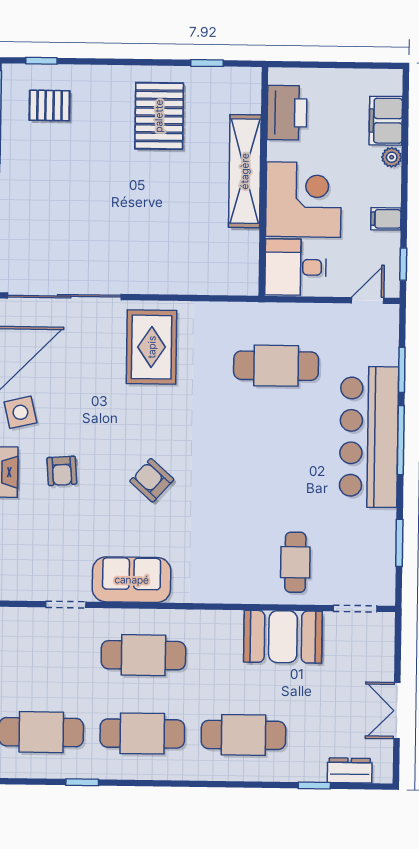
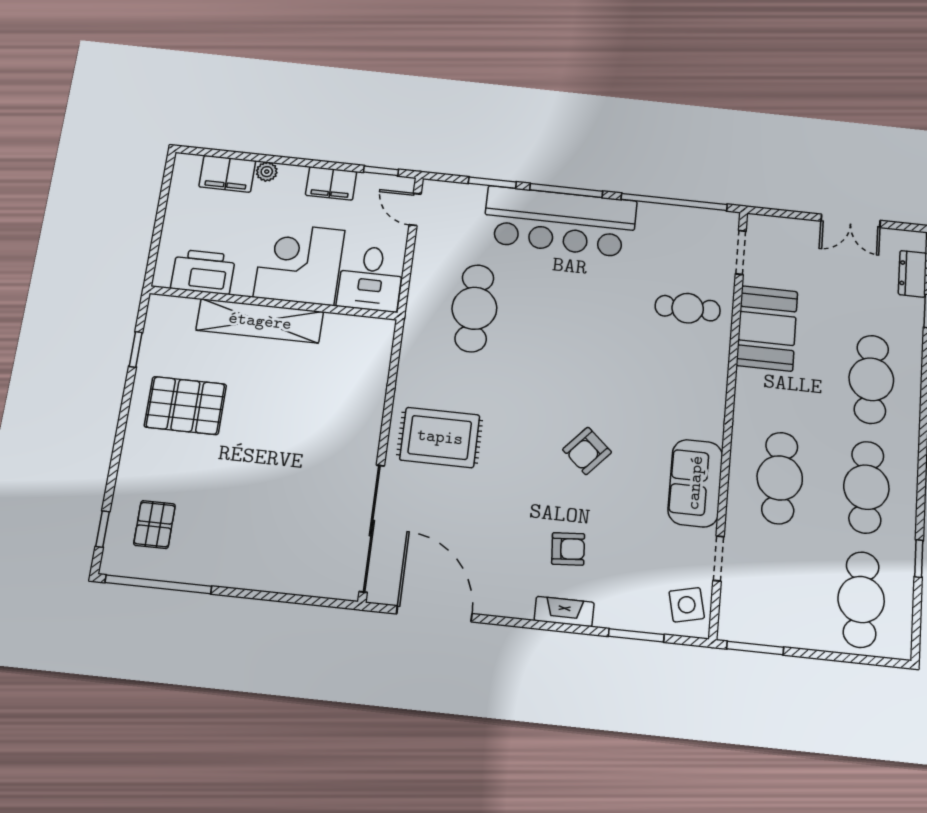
filing cabinet: (386, 219) -> (331, 183), width x2.00
side table: (20, 412) -> (687, 605), moved
window: (399, 543) -> (674, 202), width x2.11

